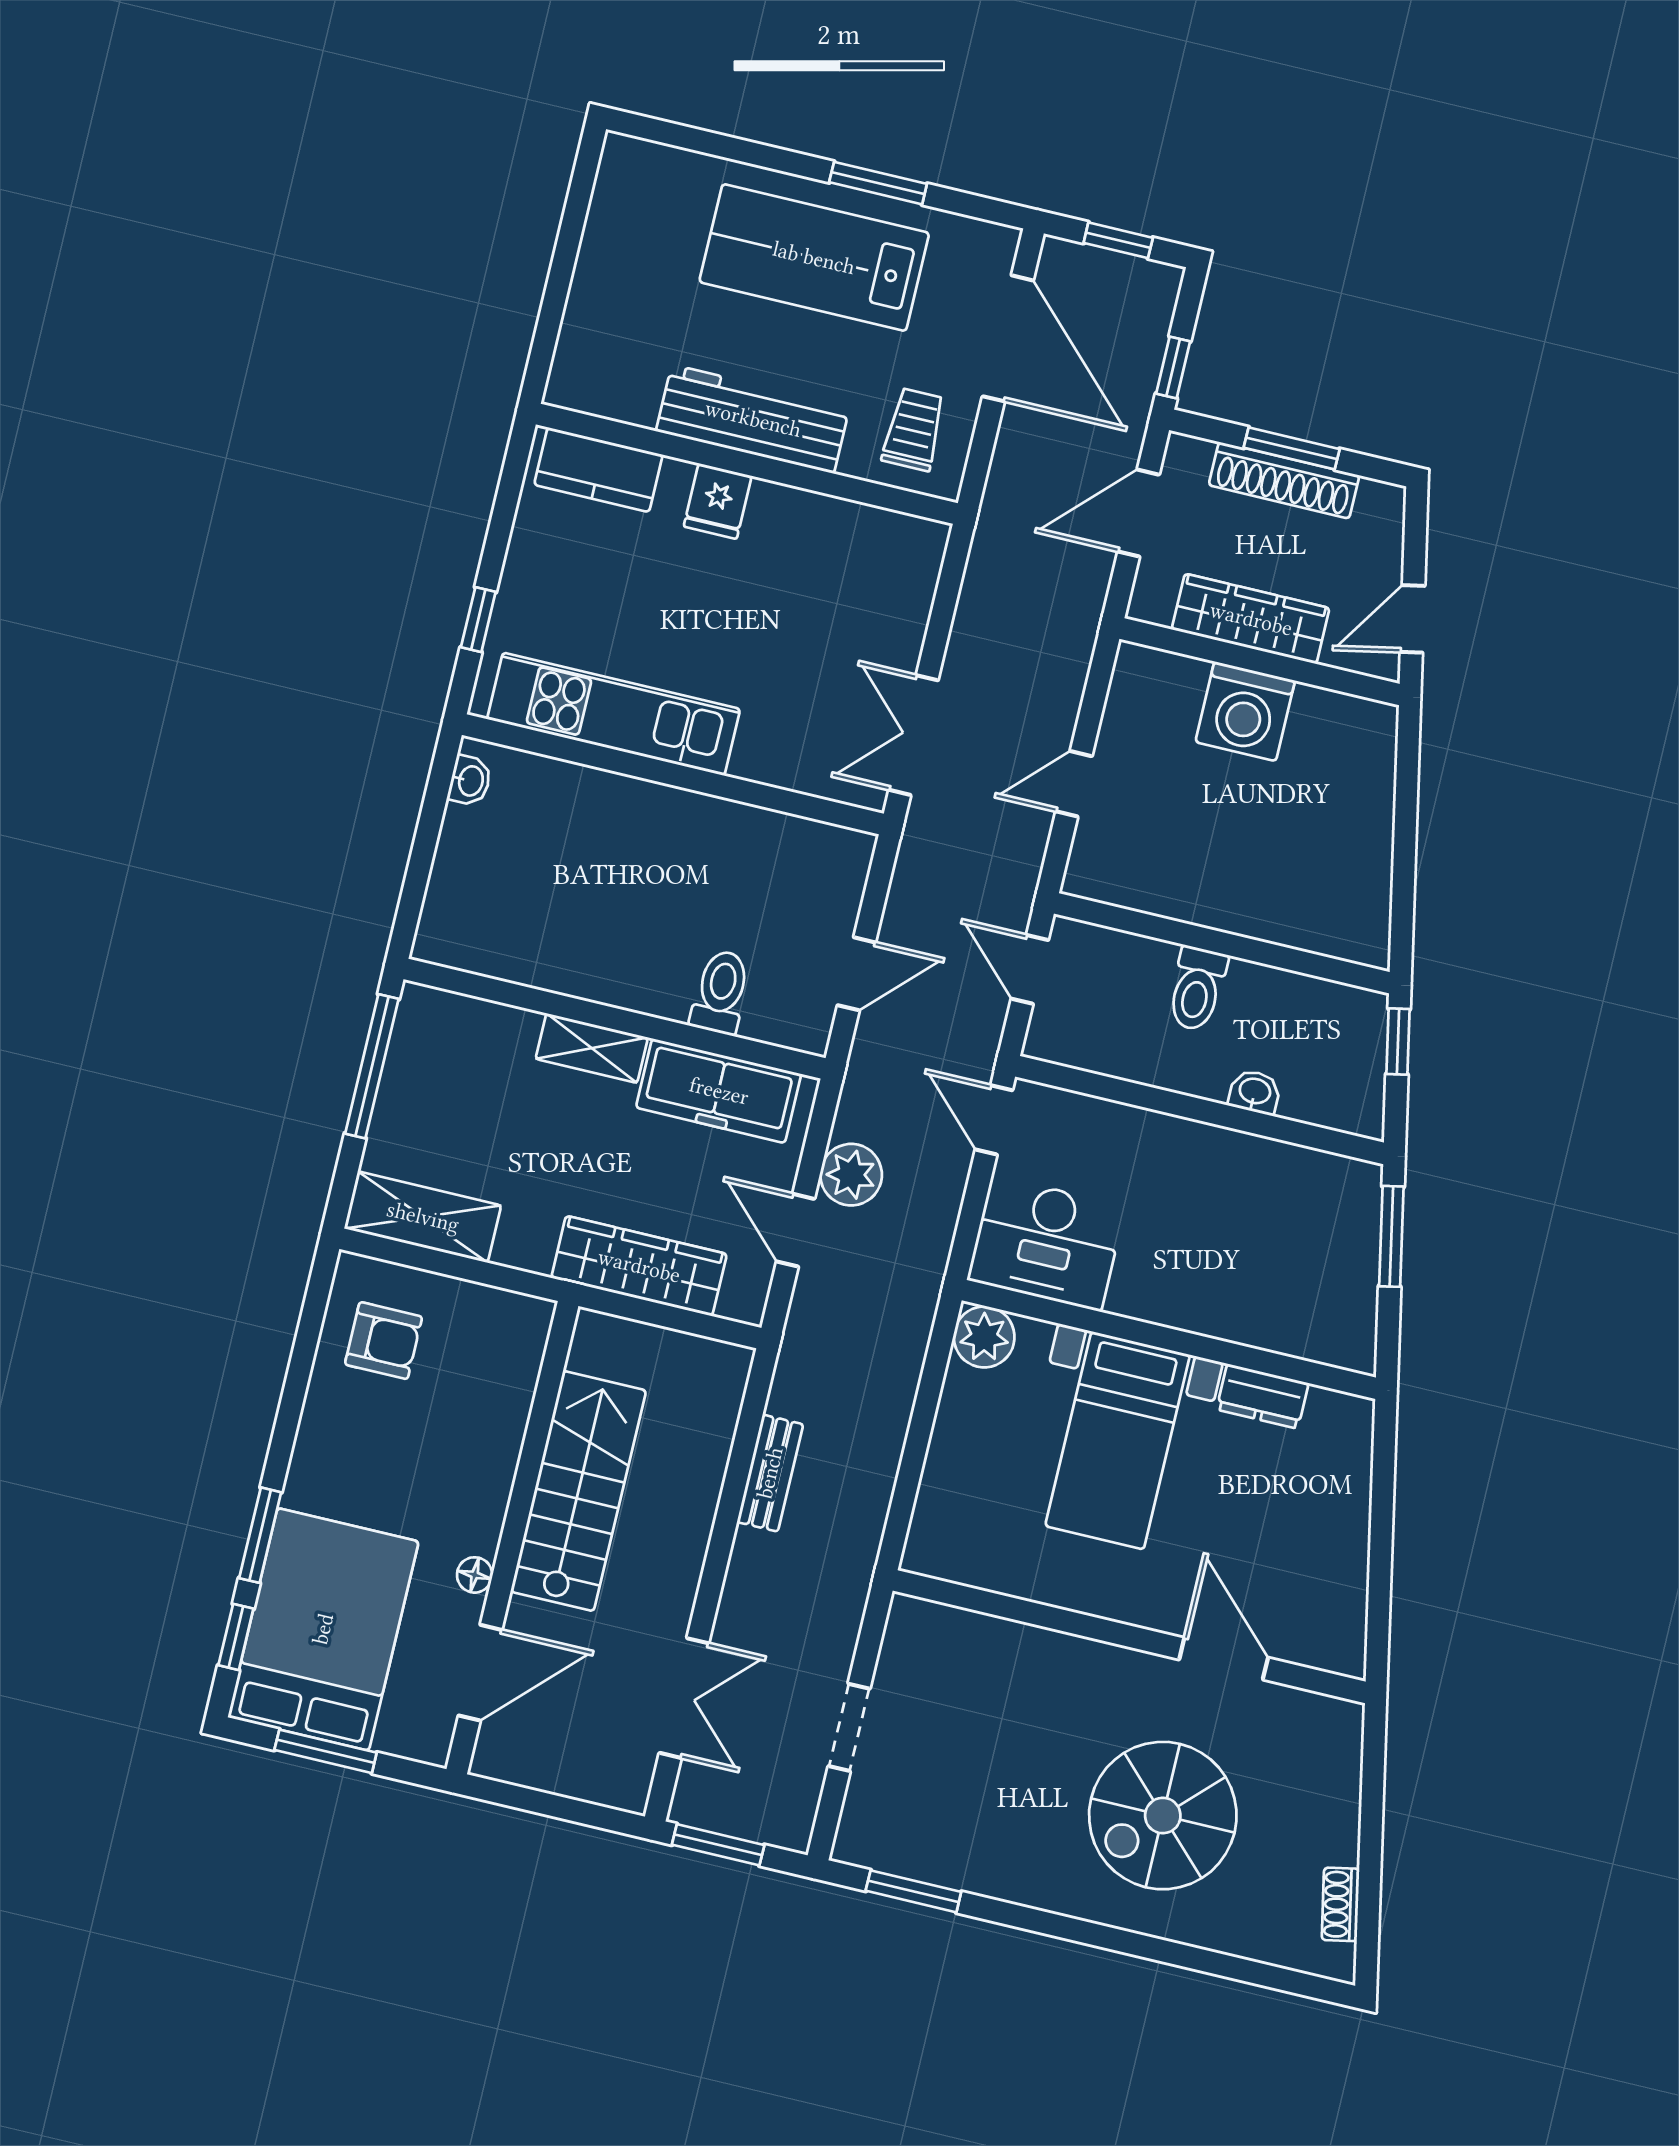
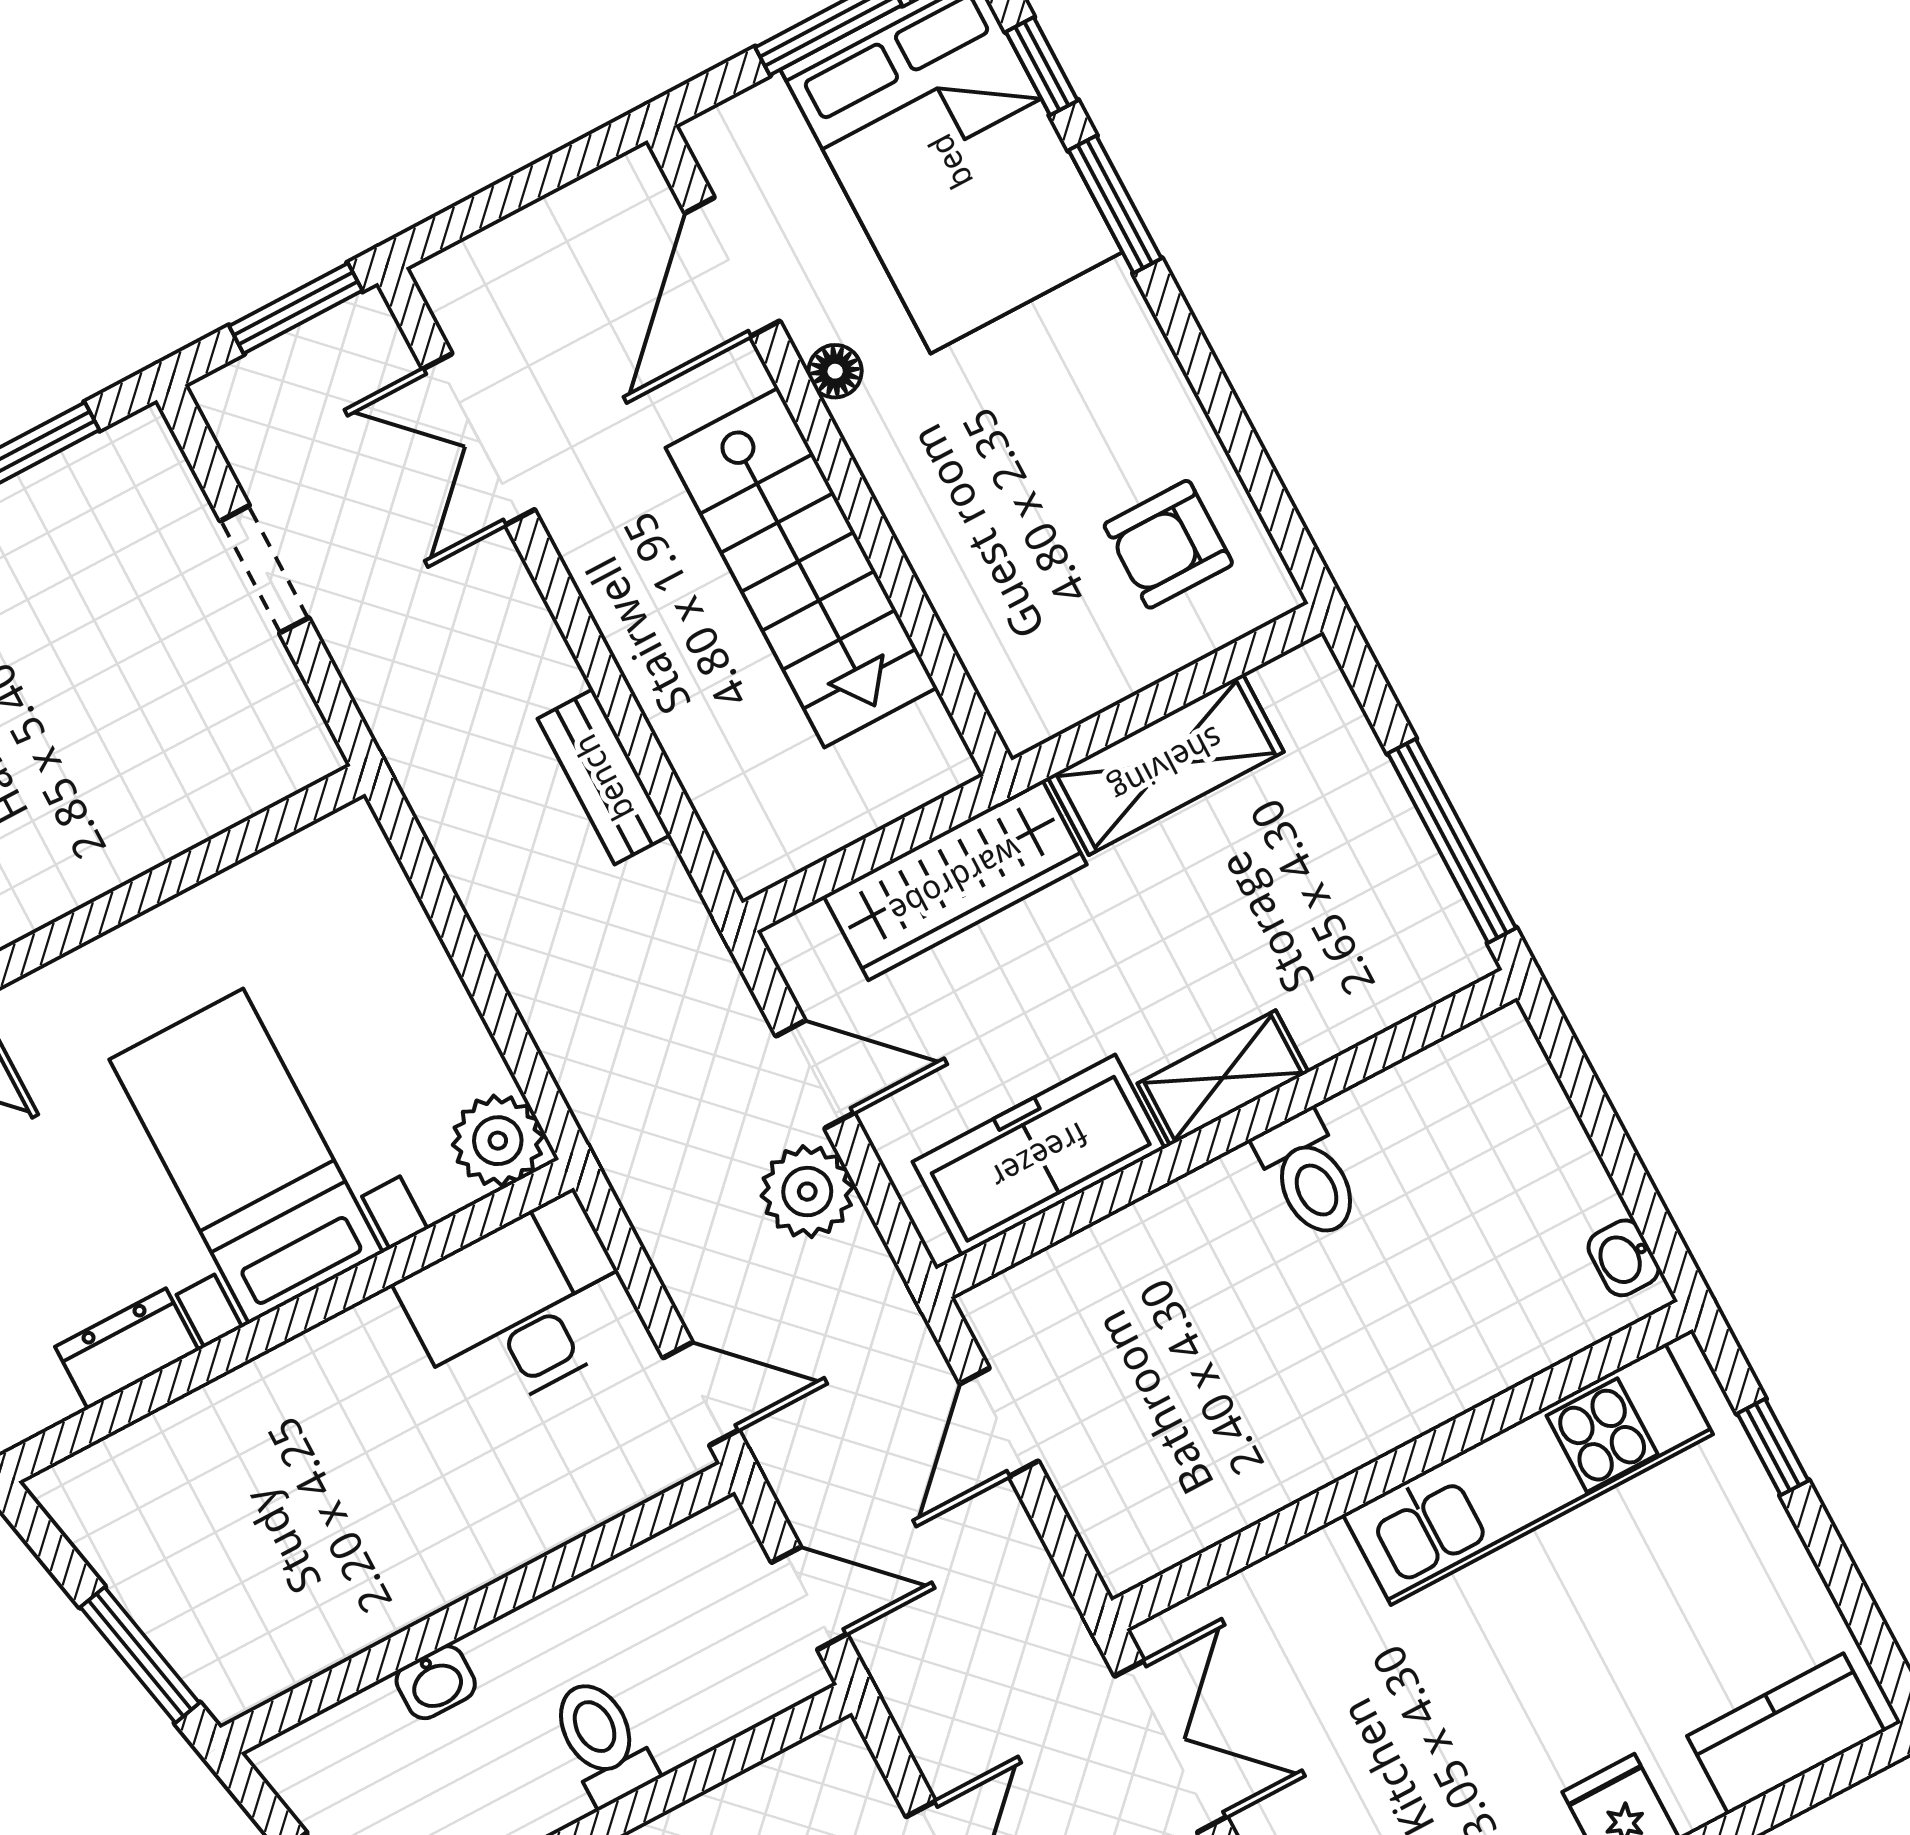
toilet: (721, 992) -> (1309, 1175), moved
shelving: (423, 1217) -> (1166, 764), moved

